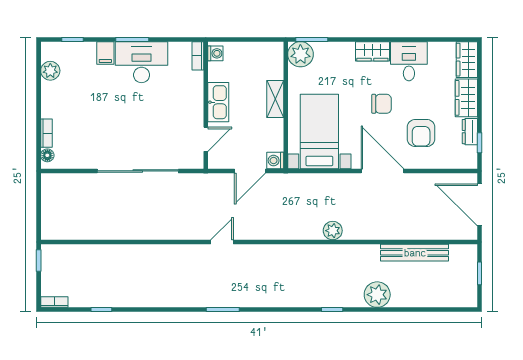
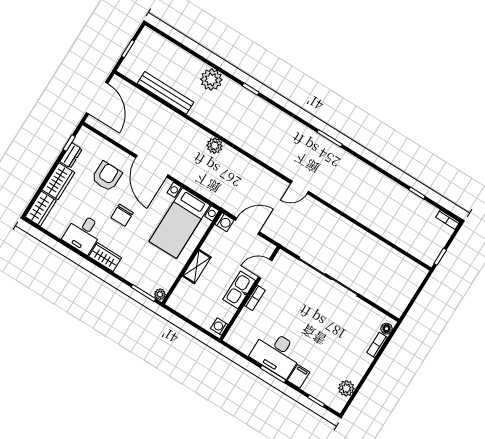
plant: (300, 54) -> (160, 294), width x0.53, depth x0.53
bookcase: (198, 56) -> (255, 298), moved
chair: (381, 104) -> (122, 215), turned -90

